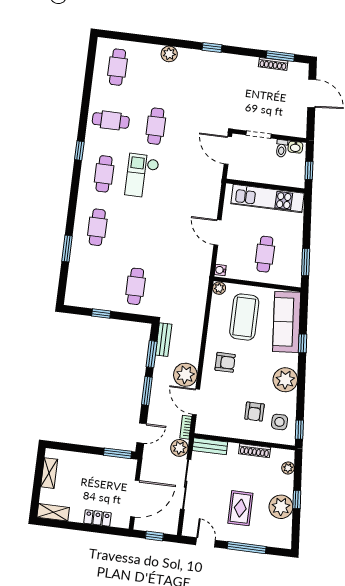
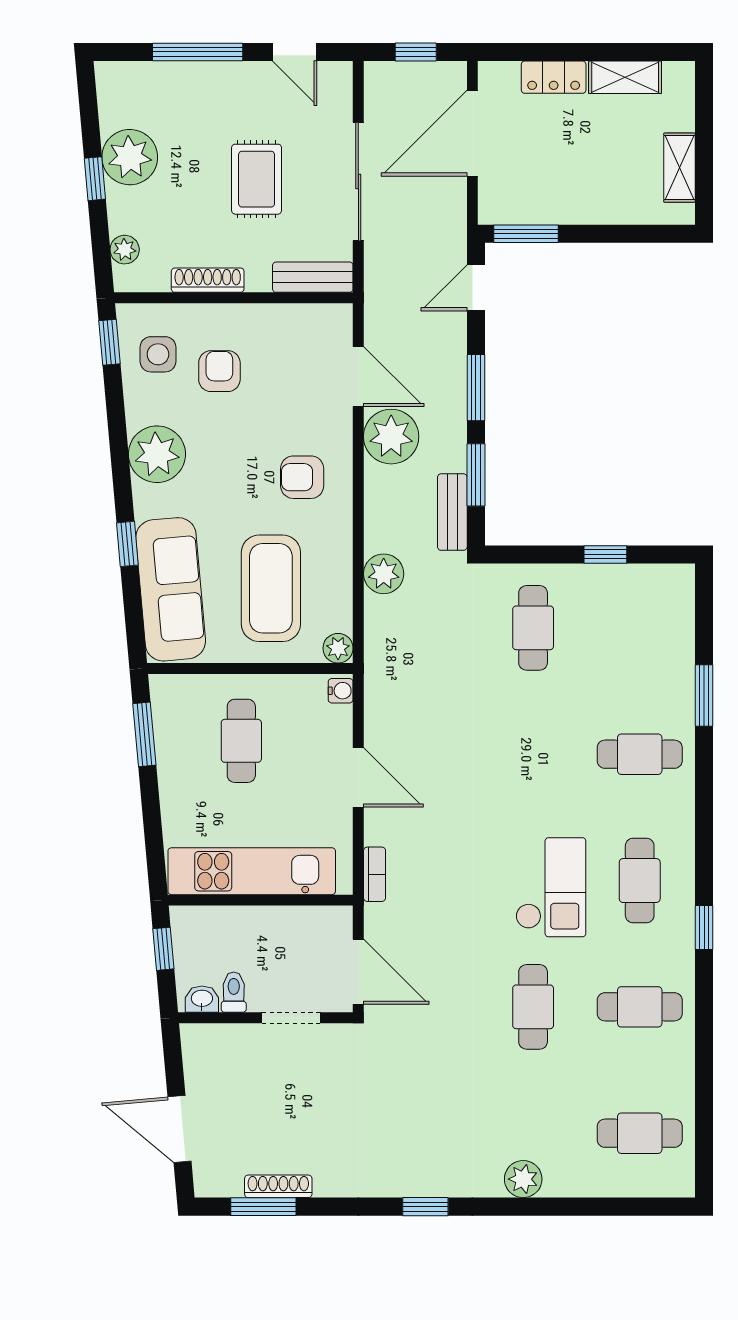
cafe table: (118, 67) -> (640, 1133), turned 90
cafe table: (97, 227) -> (640, 754), turned 90
bookcase: (186, 427) -> (375, 874), moved
plant: (179, 448) -> (384, 574), moved
rug: (240, 508) -> (257, 179), moved
shelving: (53, 512) -> (625, 77), moved

